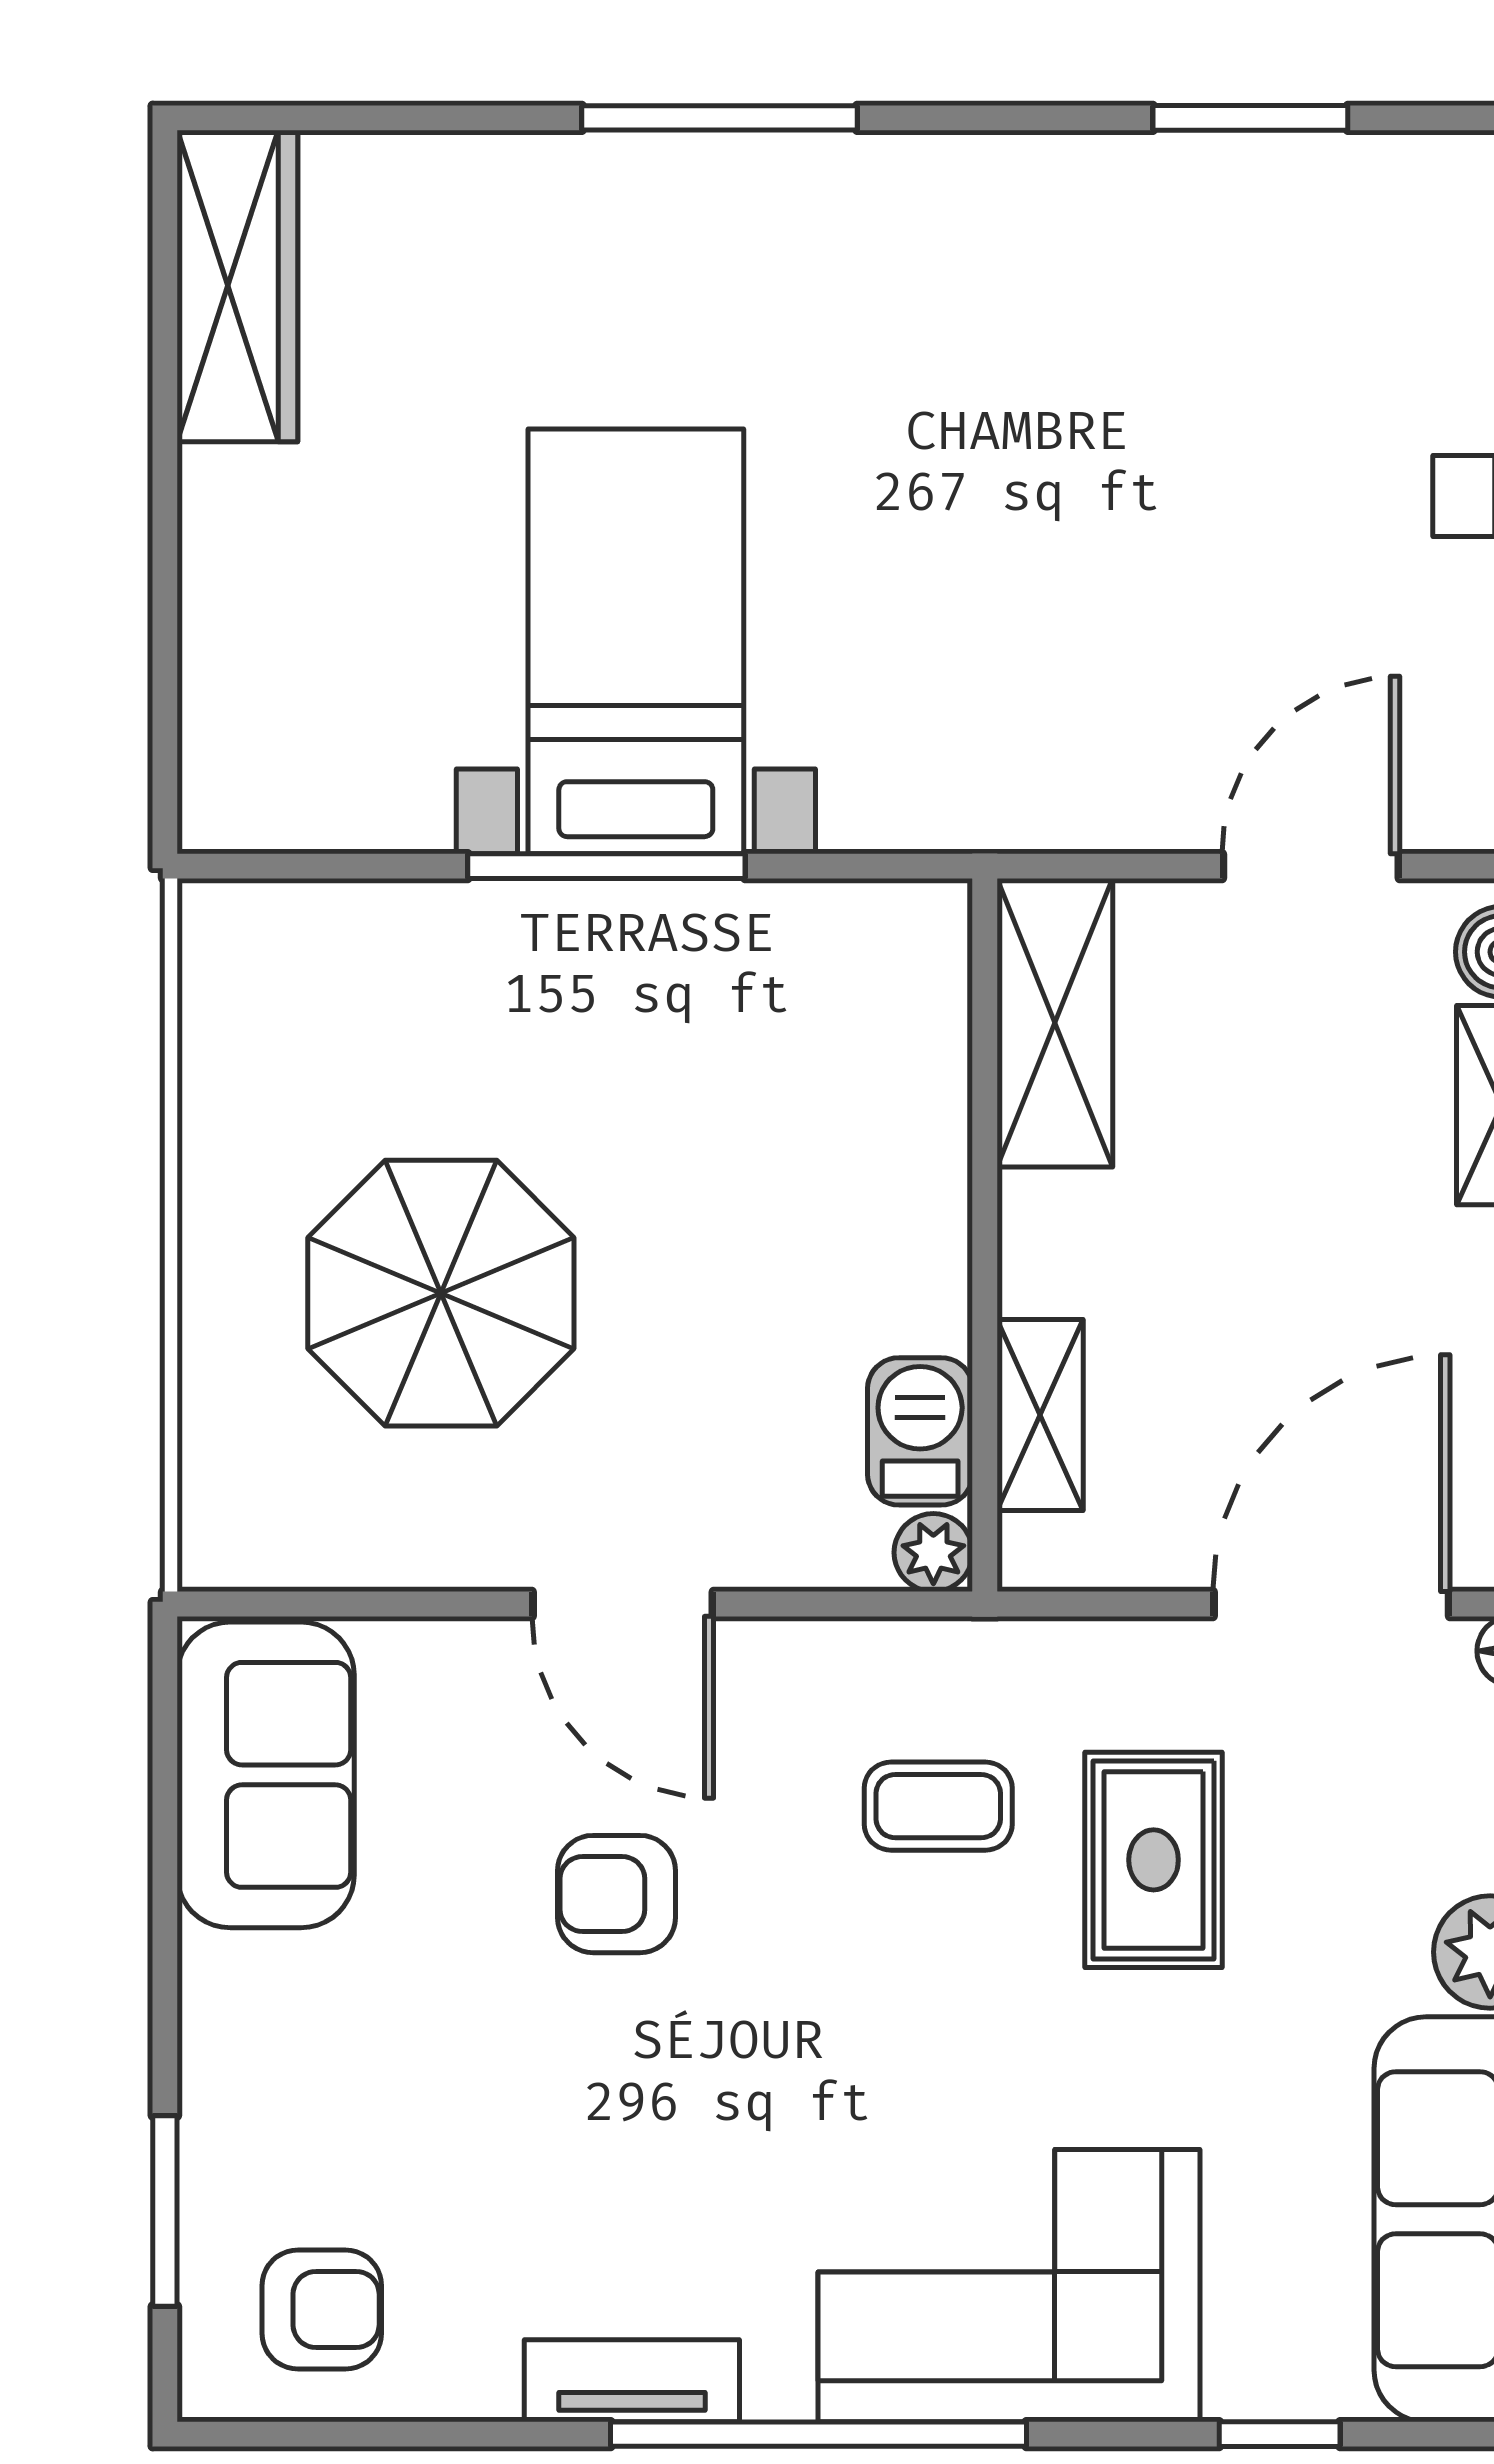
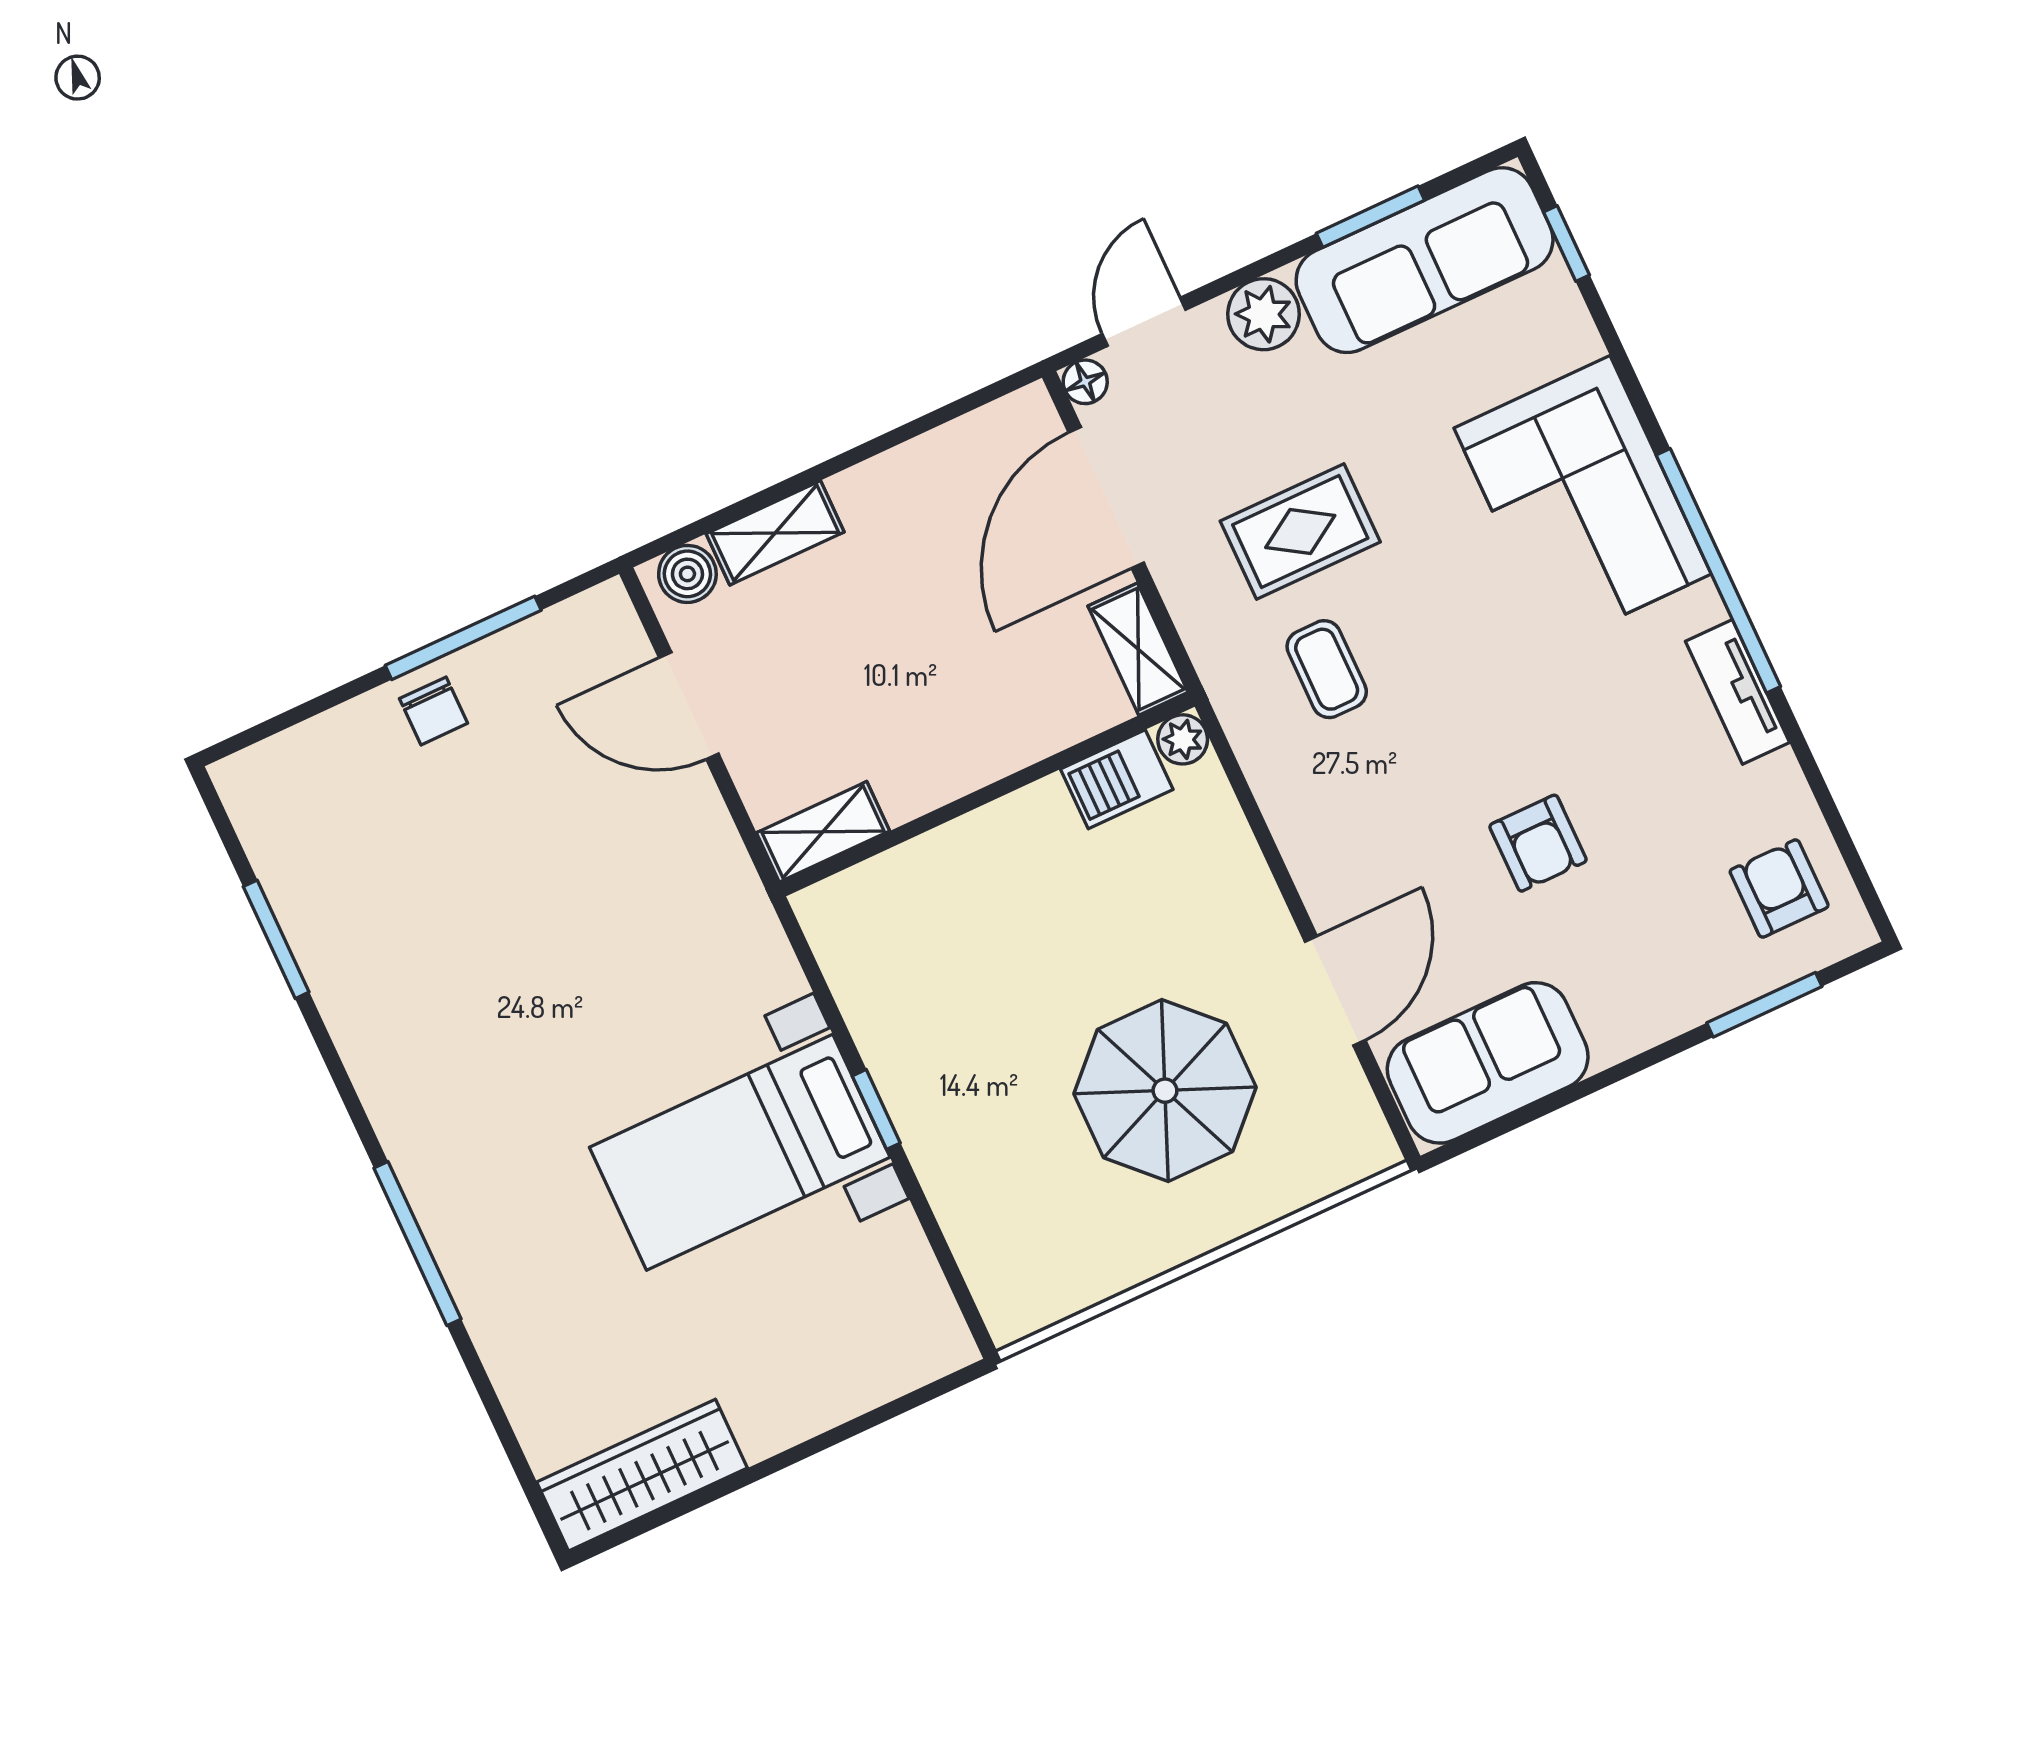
window: (606, 866) -> (876, 1109), width x0.46
shelving: (1055, 1023) -> (823, 832), width x0.67, depth x0.75
shelving: (1040, 1415) -> (1138, 649), moved, turned 90
door: (623, 1604) -> (1335, 991), moved
door: (1331, 1604) -> (1106, 498), hinge flipped
armchair: (617, 1894) -> (1538, 843), moved
window: (1280, 2434) -> (1567, 244), moved

